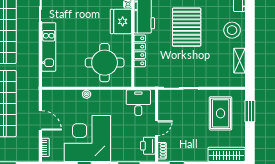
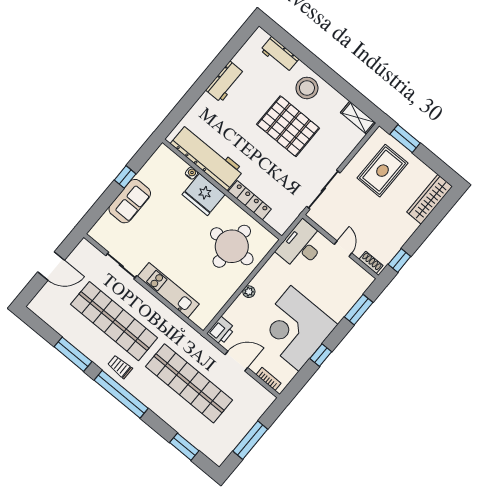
pallet: (187, 27) -> (288, 126), moved
shelving: (239, 61) -> (358, 118), moved
desk: (138, 103) -> (302, 246), width x1.37
rug: (221, 113) -> (382, 171), turned 90
printer: (148, 146) -> (221, 331), moved, turned -90

